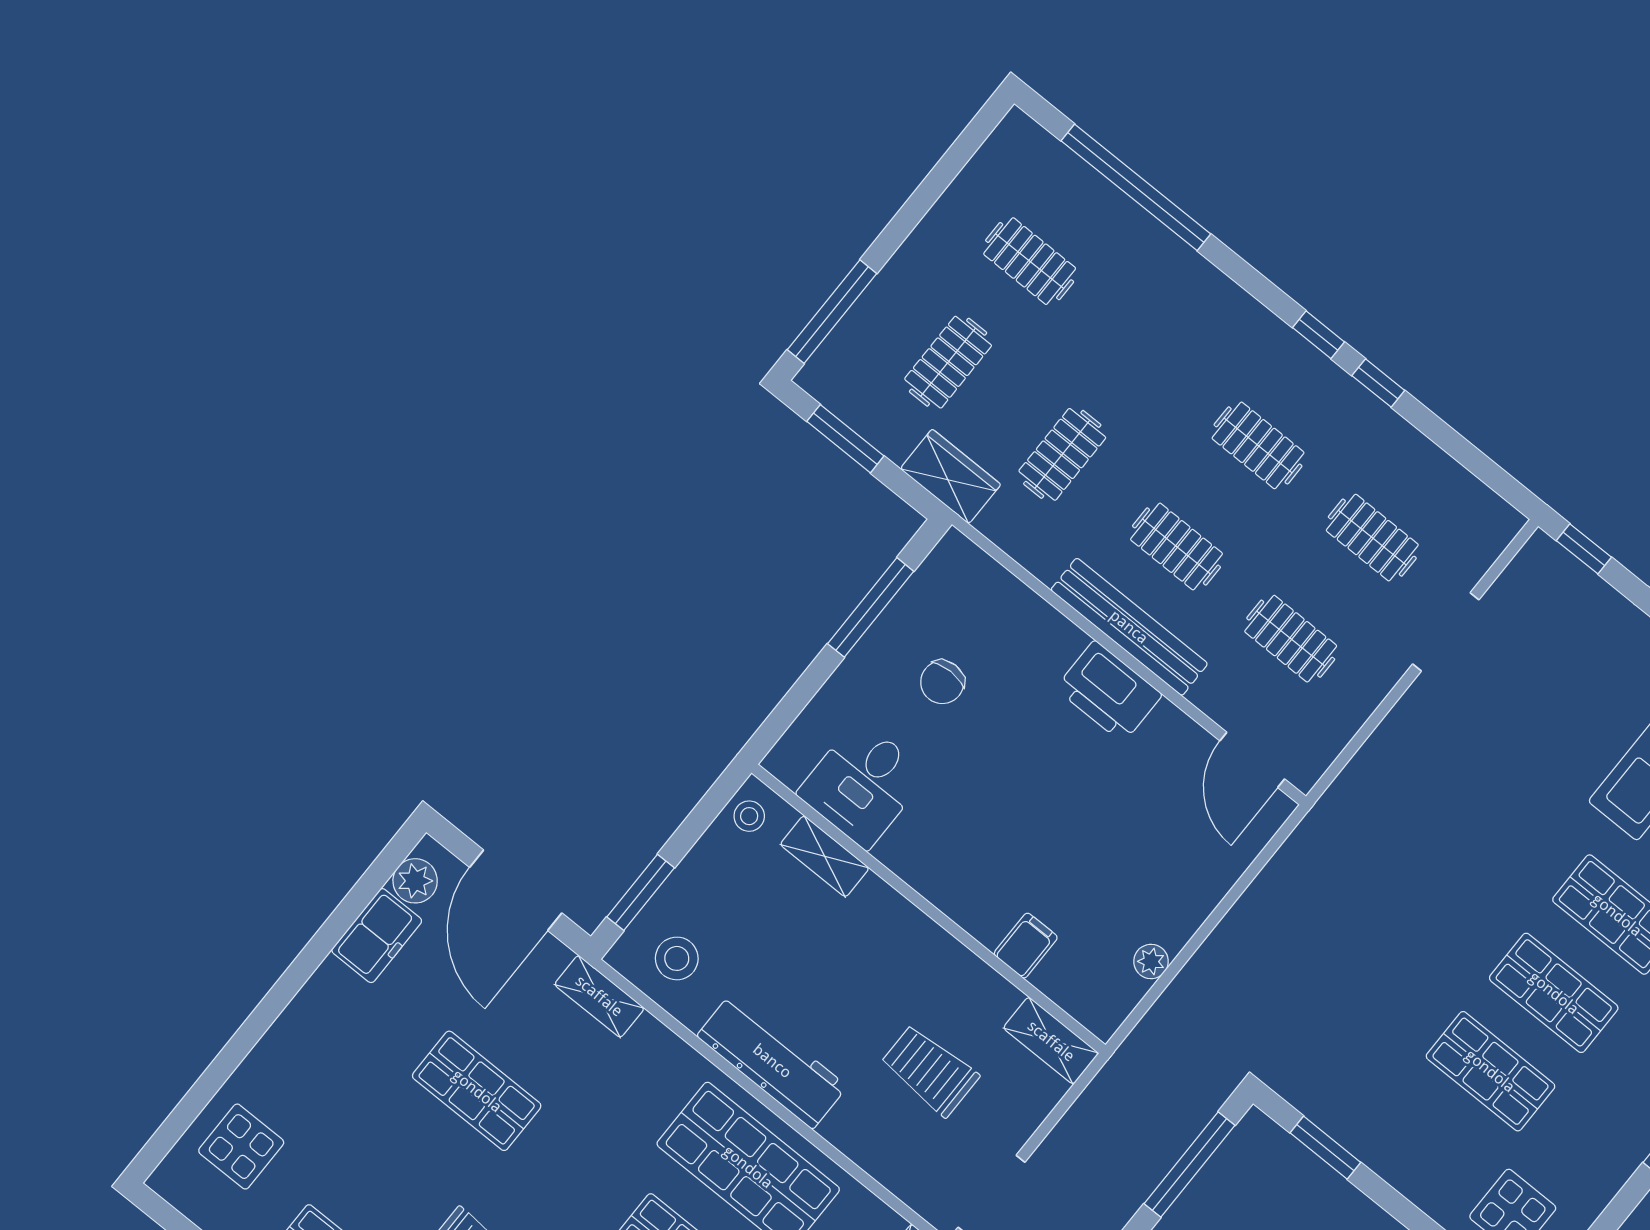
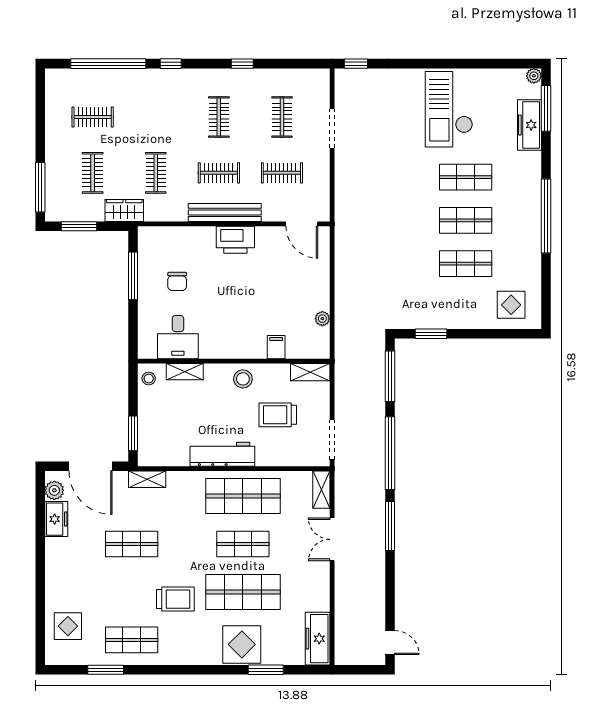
window: (1318, 335) -> (171, 64), moved
clothes rail: (1258, 445) -> (219, 117), turned 90
clothes rail: (1372, 538) -> (282, 117), turned 90
stool: (677, 958) -> (243, 379), moved

